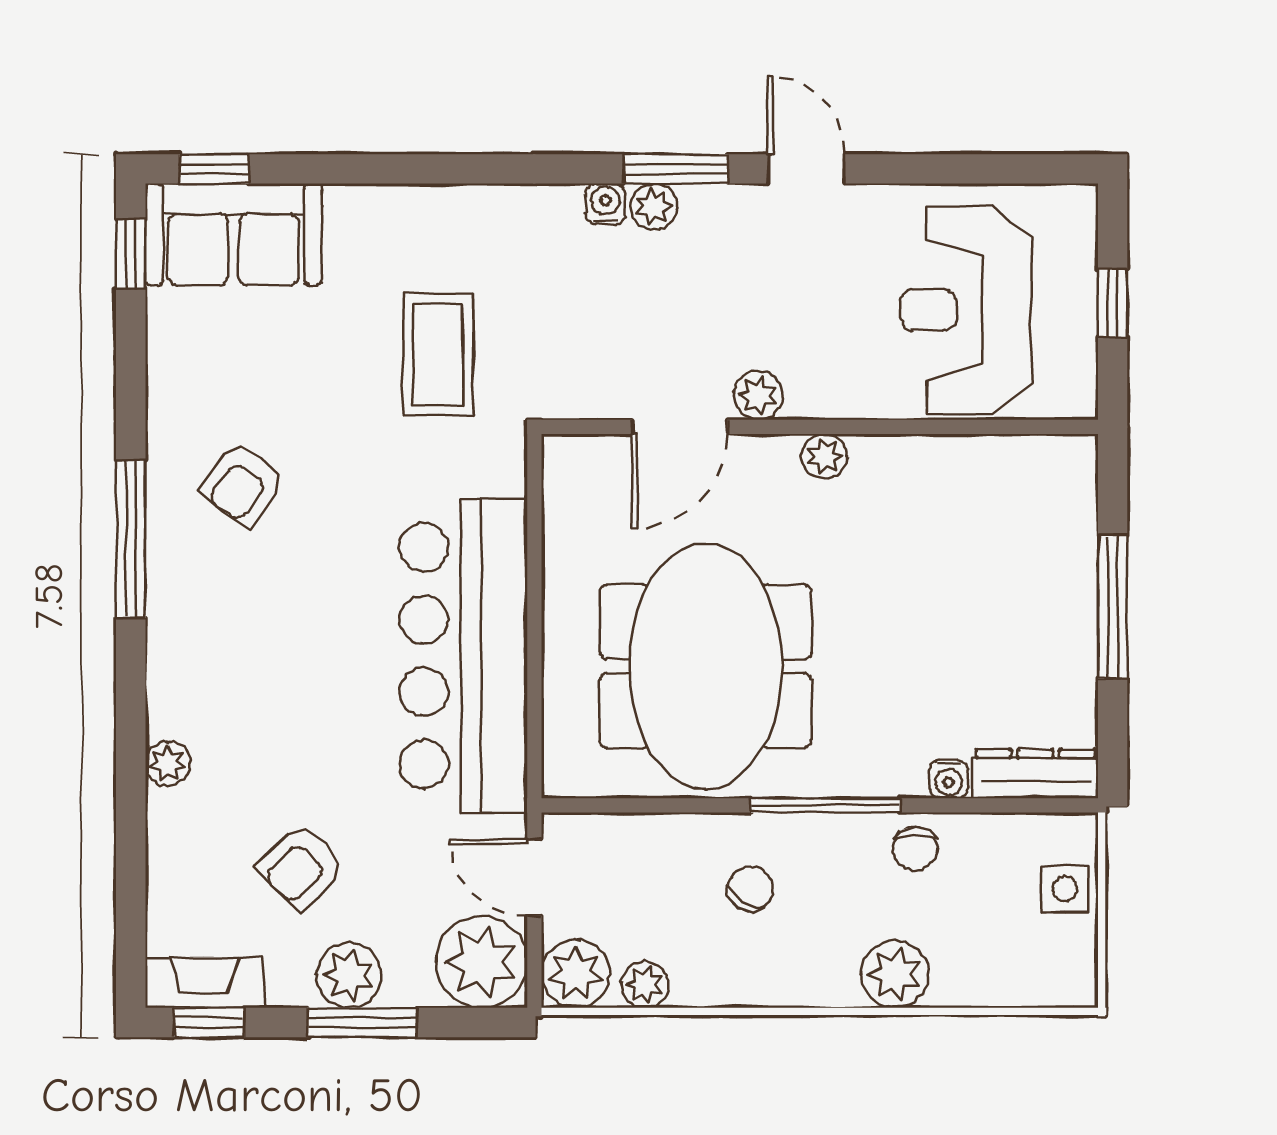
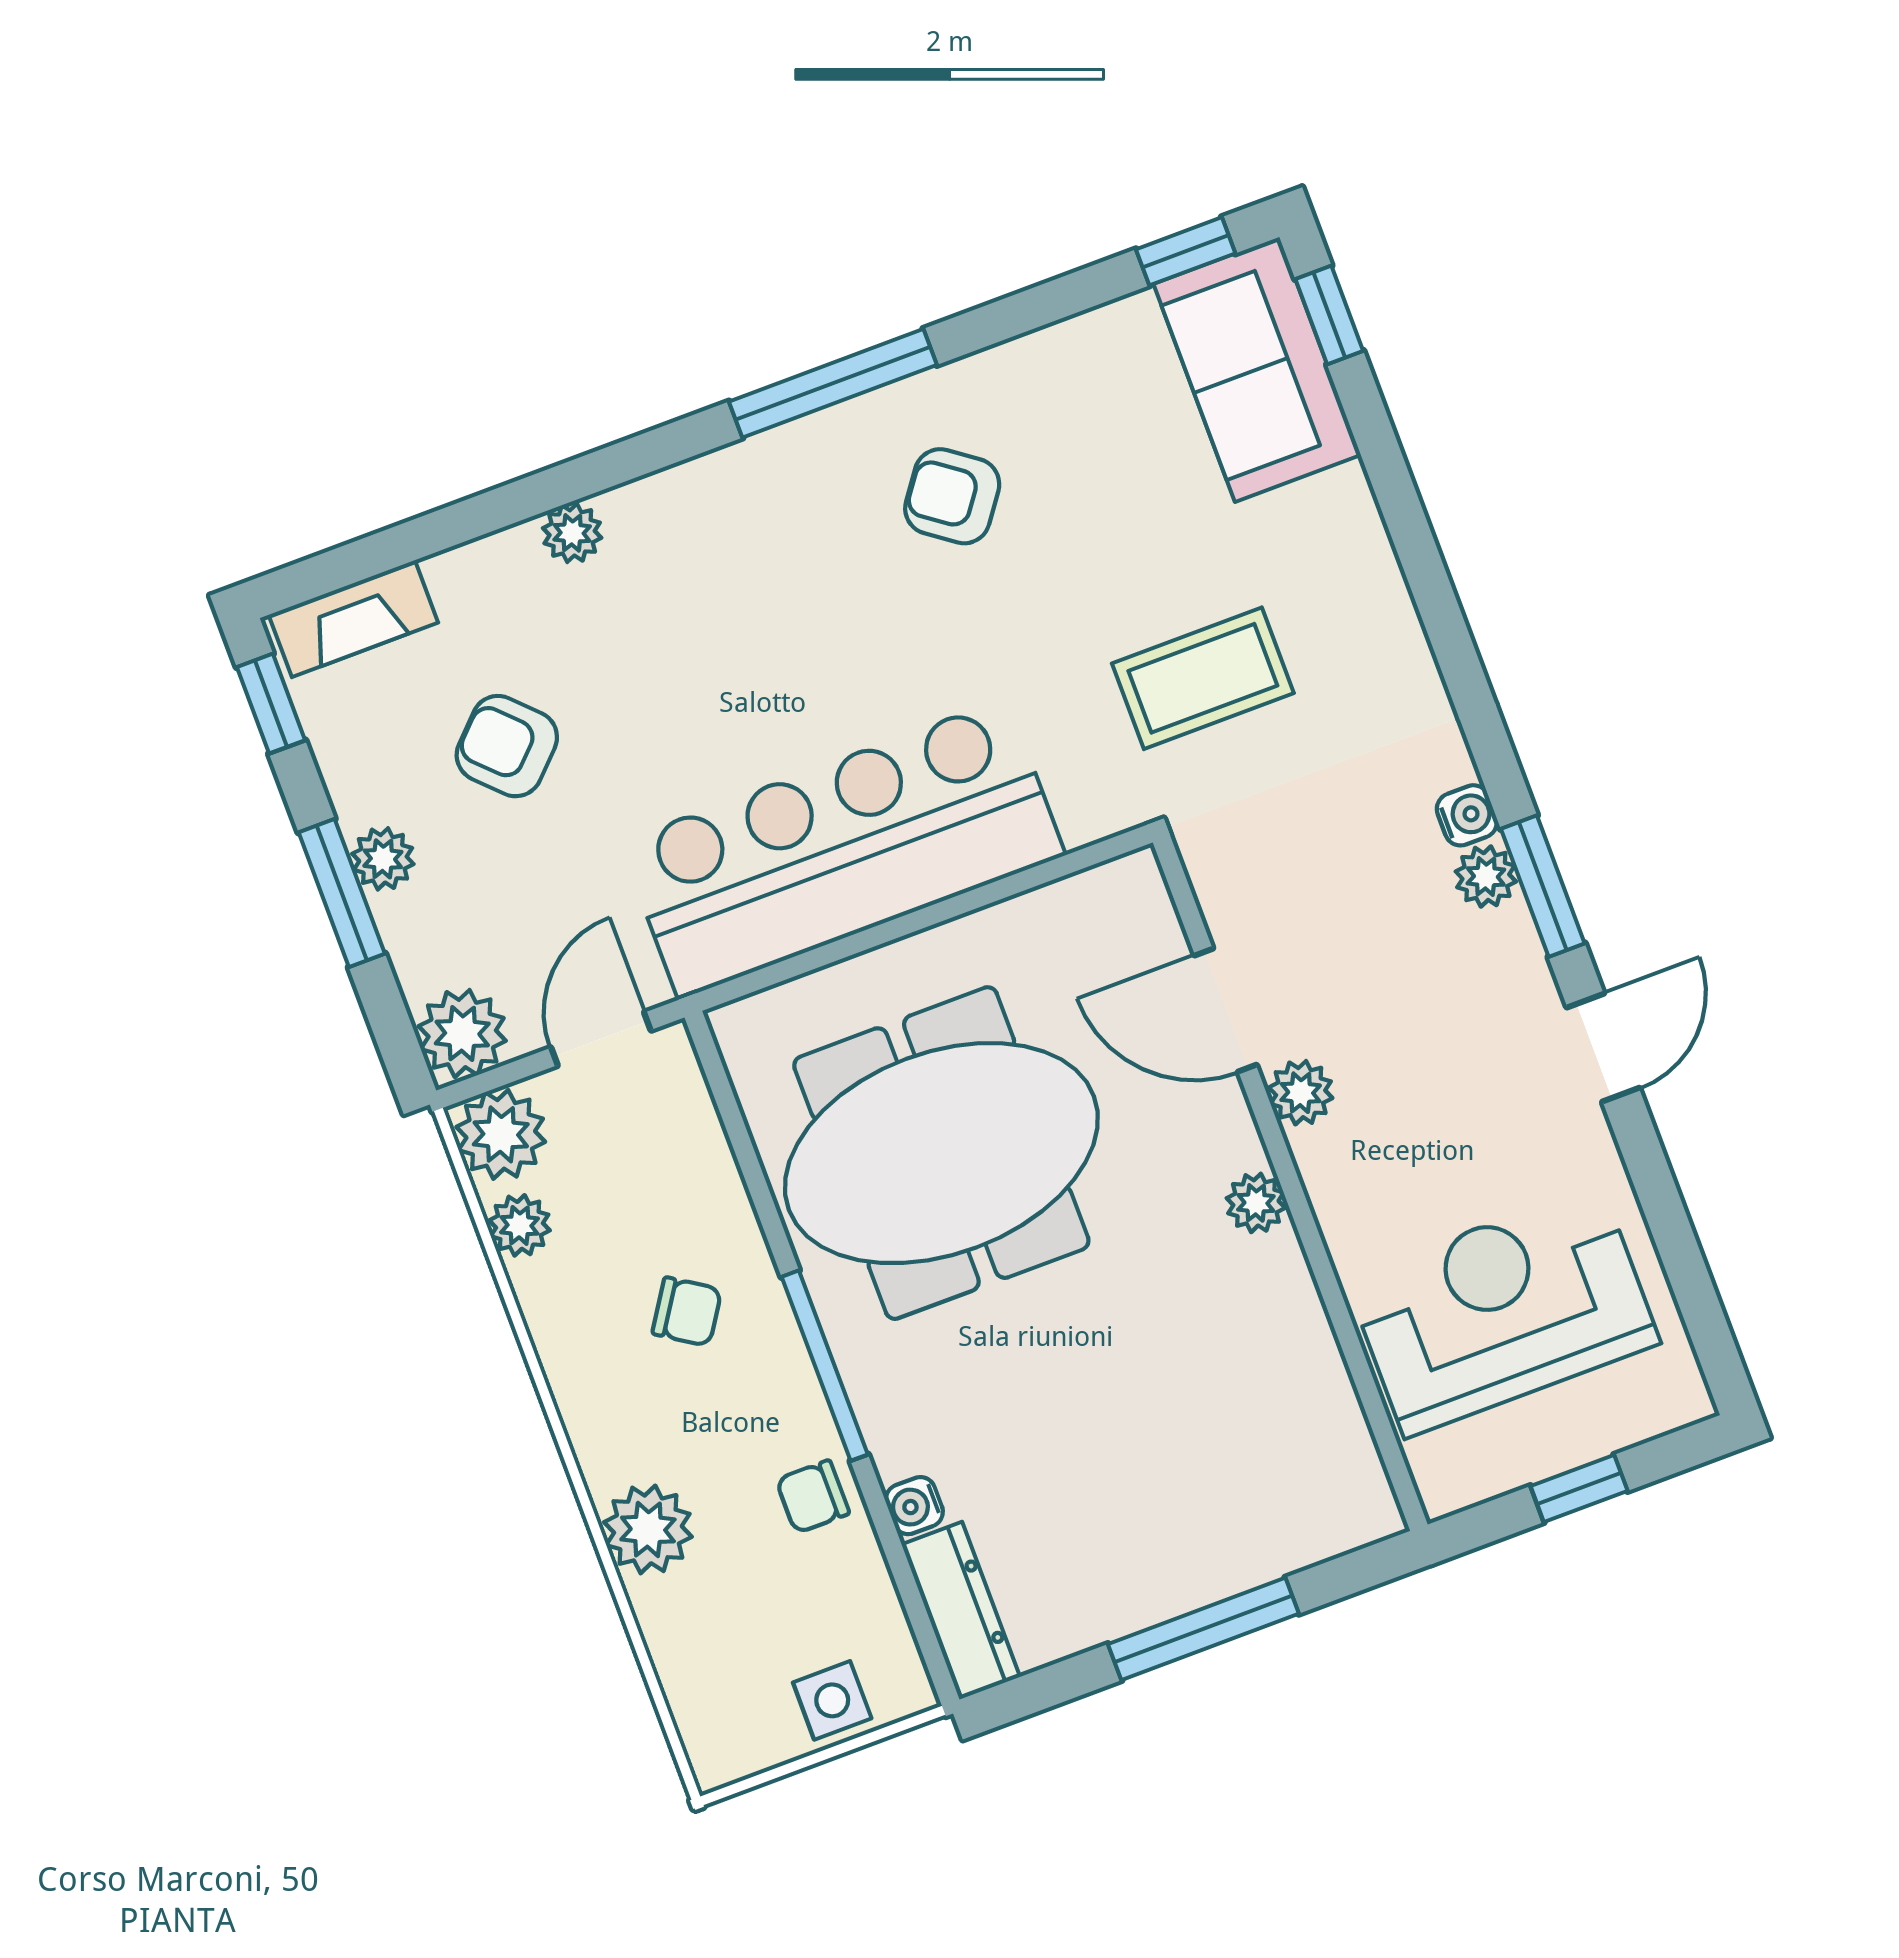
plant: (482, 962) -> (462, 1034), width x0.73, depth x0.73
plant: (349, 975) -> (383, 859), width x0.73, depth x0.73
fireplace: (204, 983) -> (353, 619), moved, turned 90

